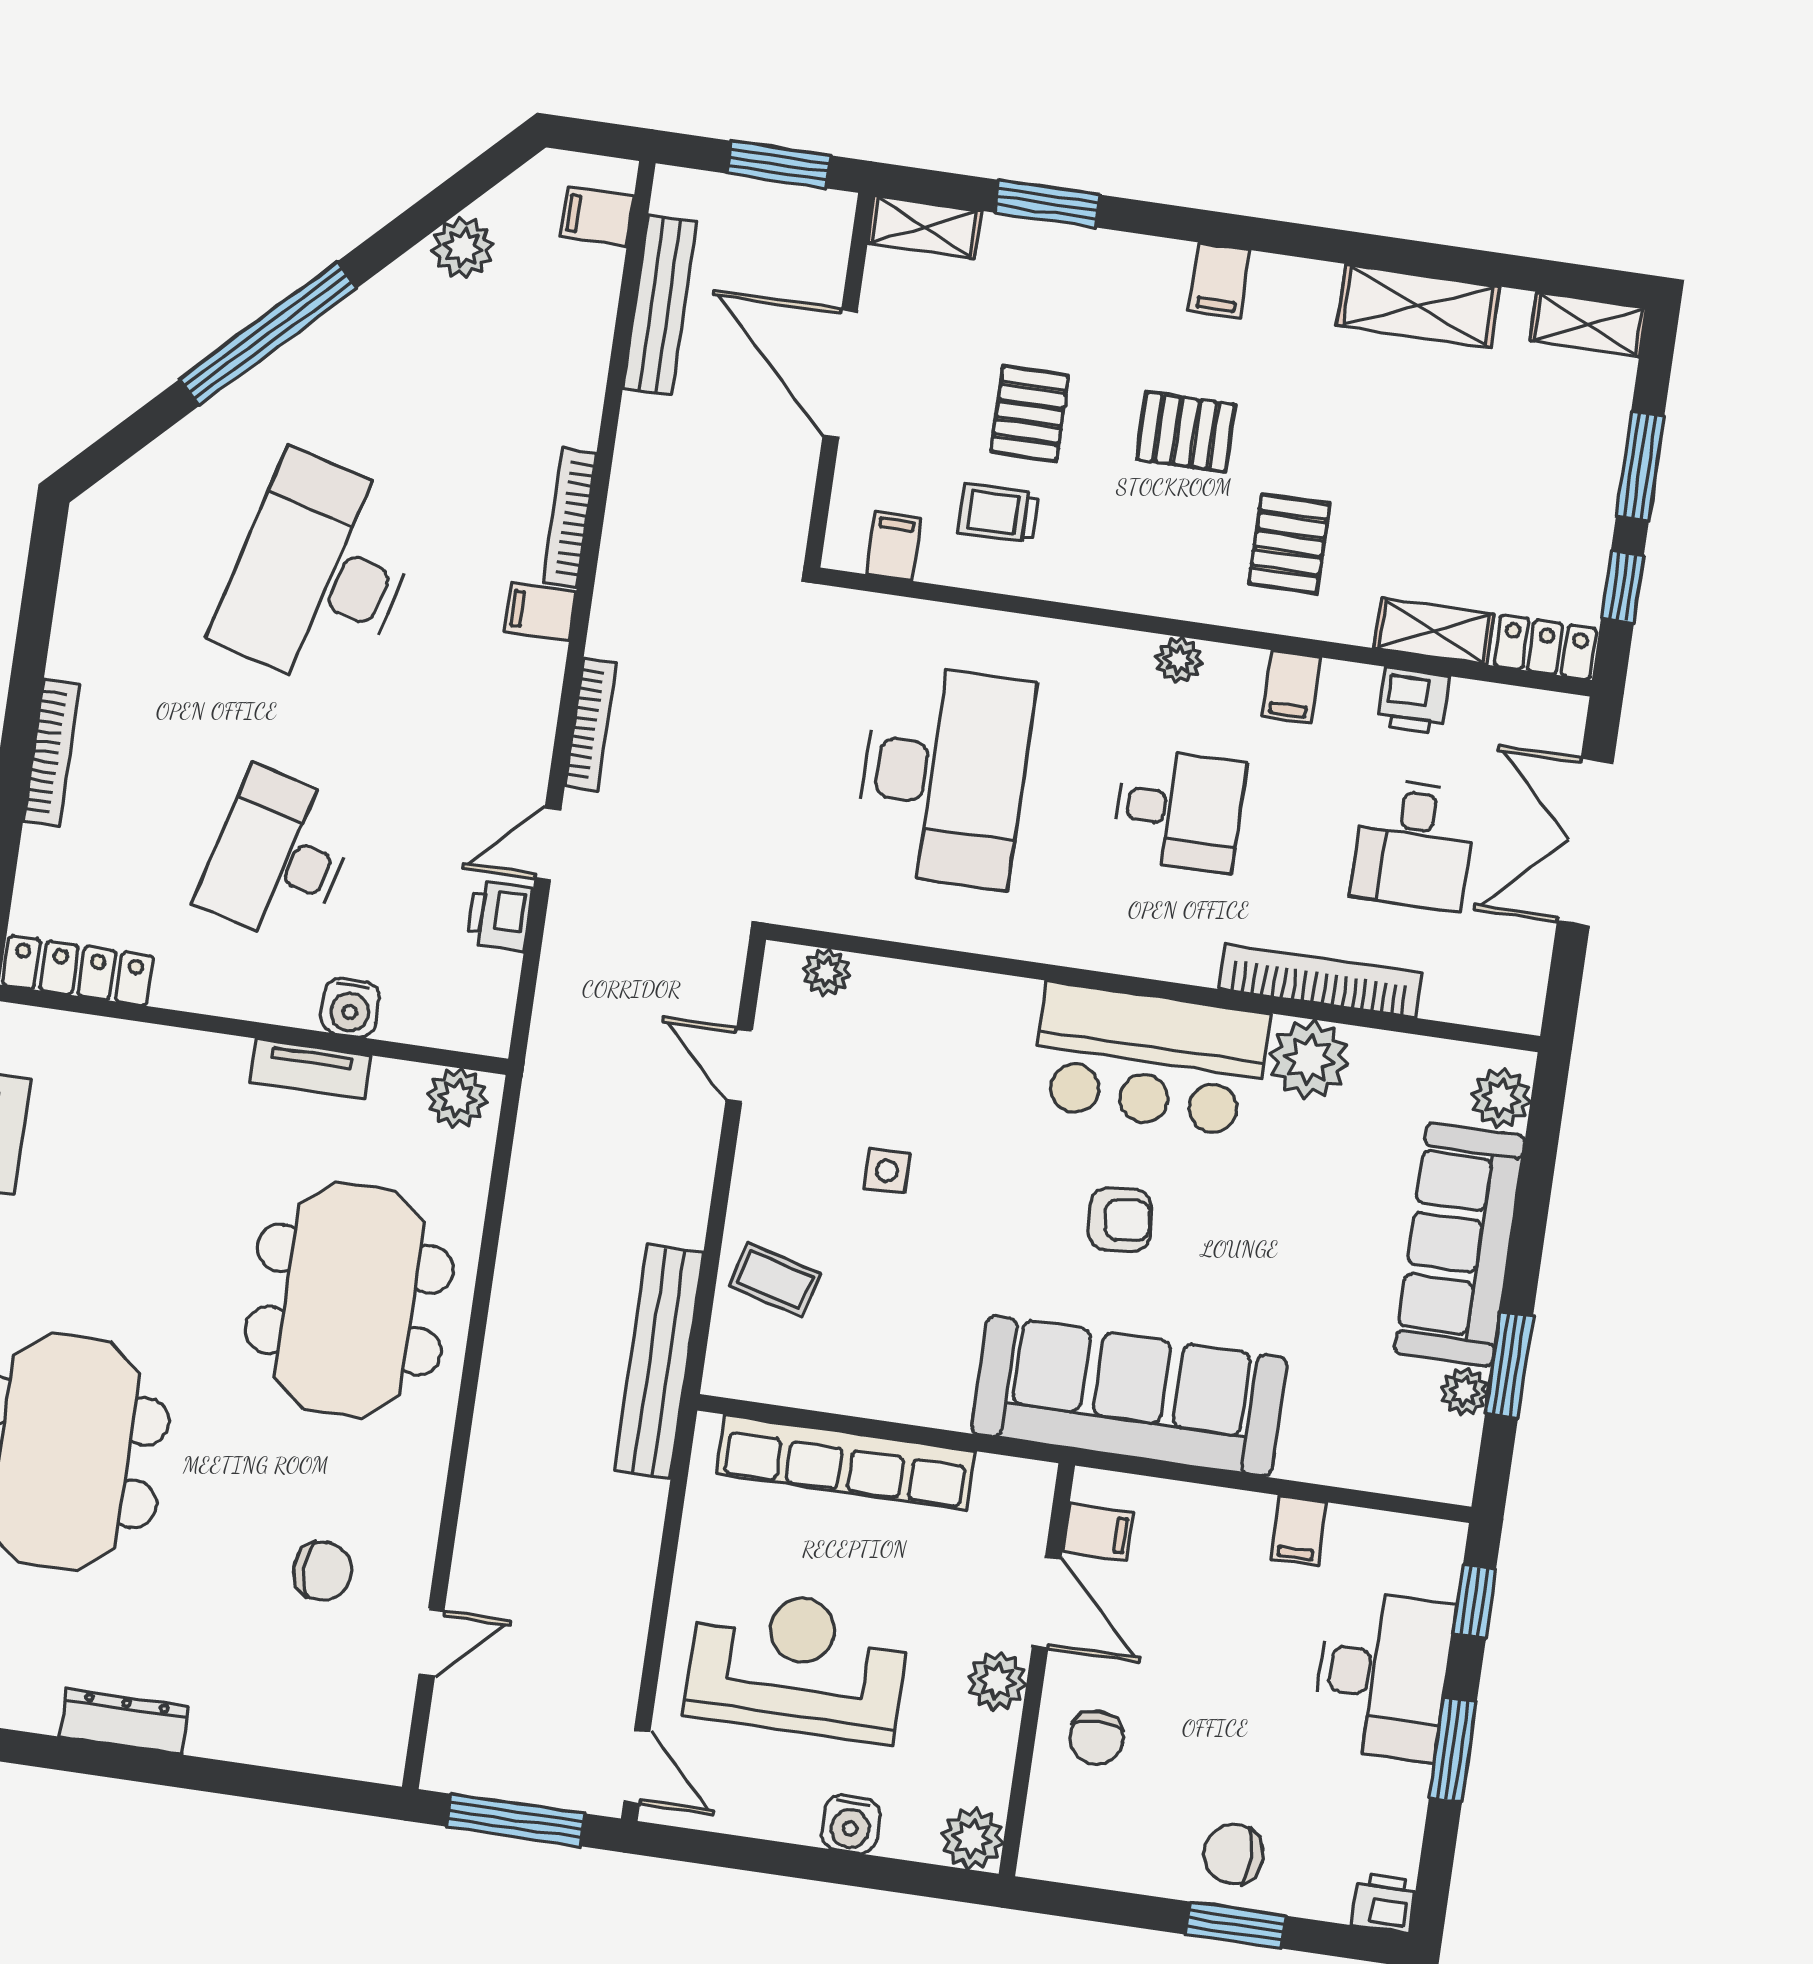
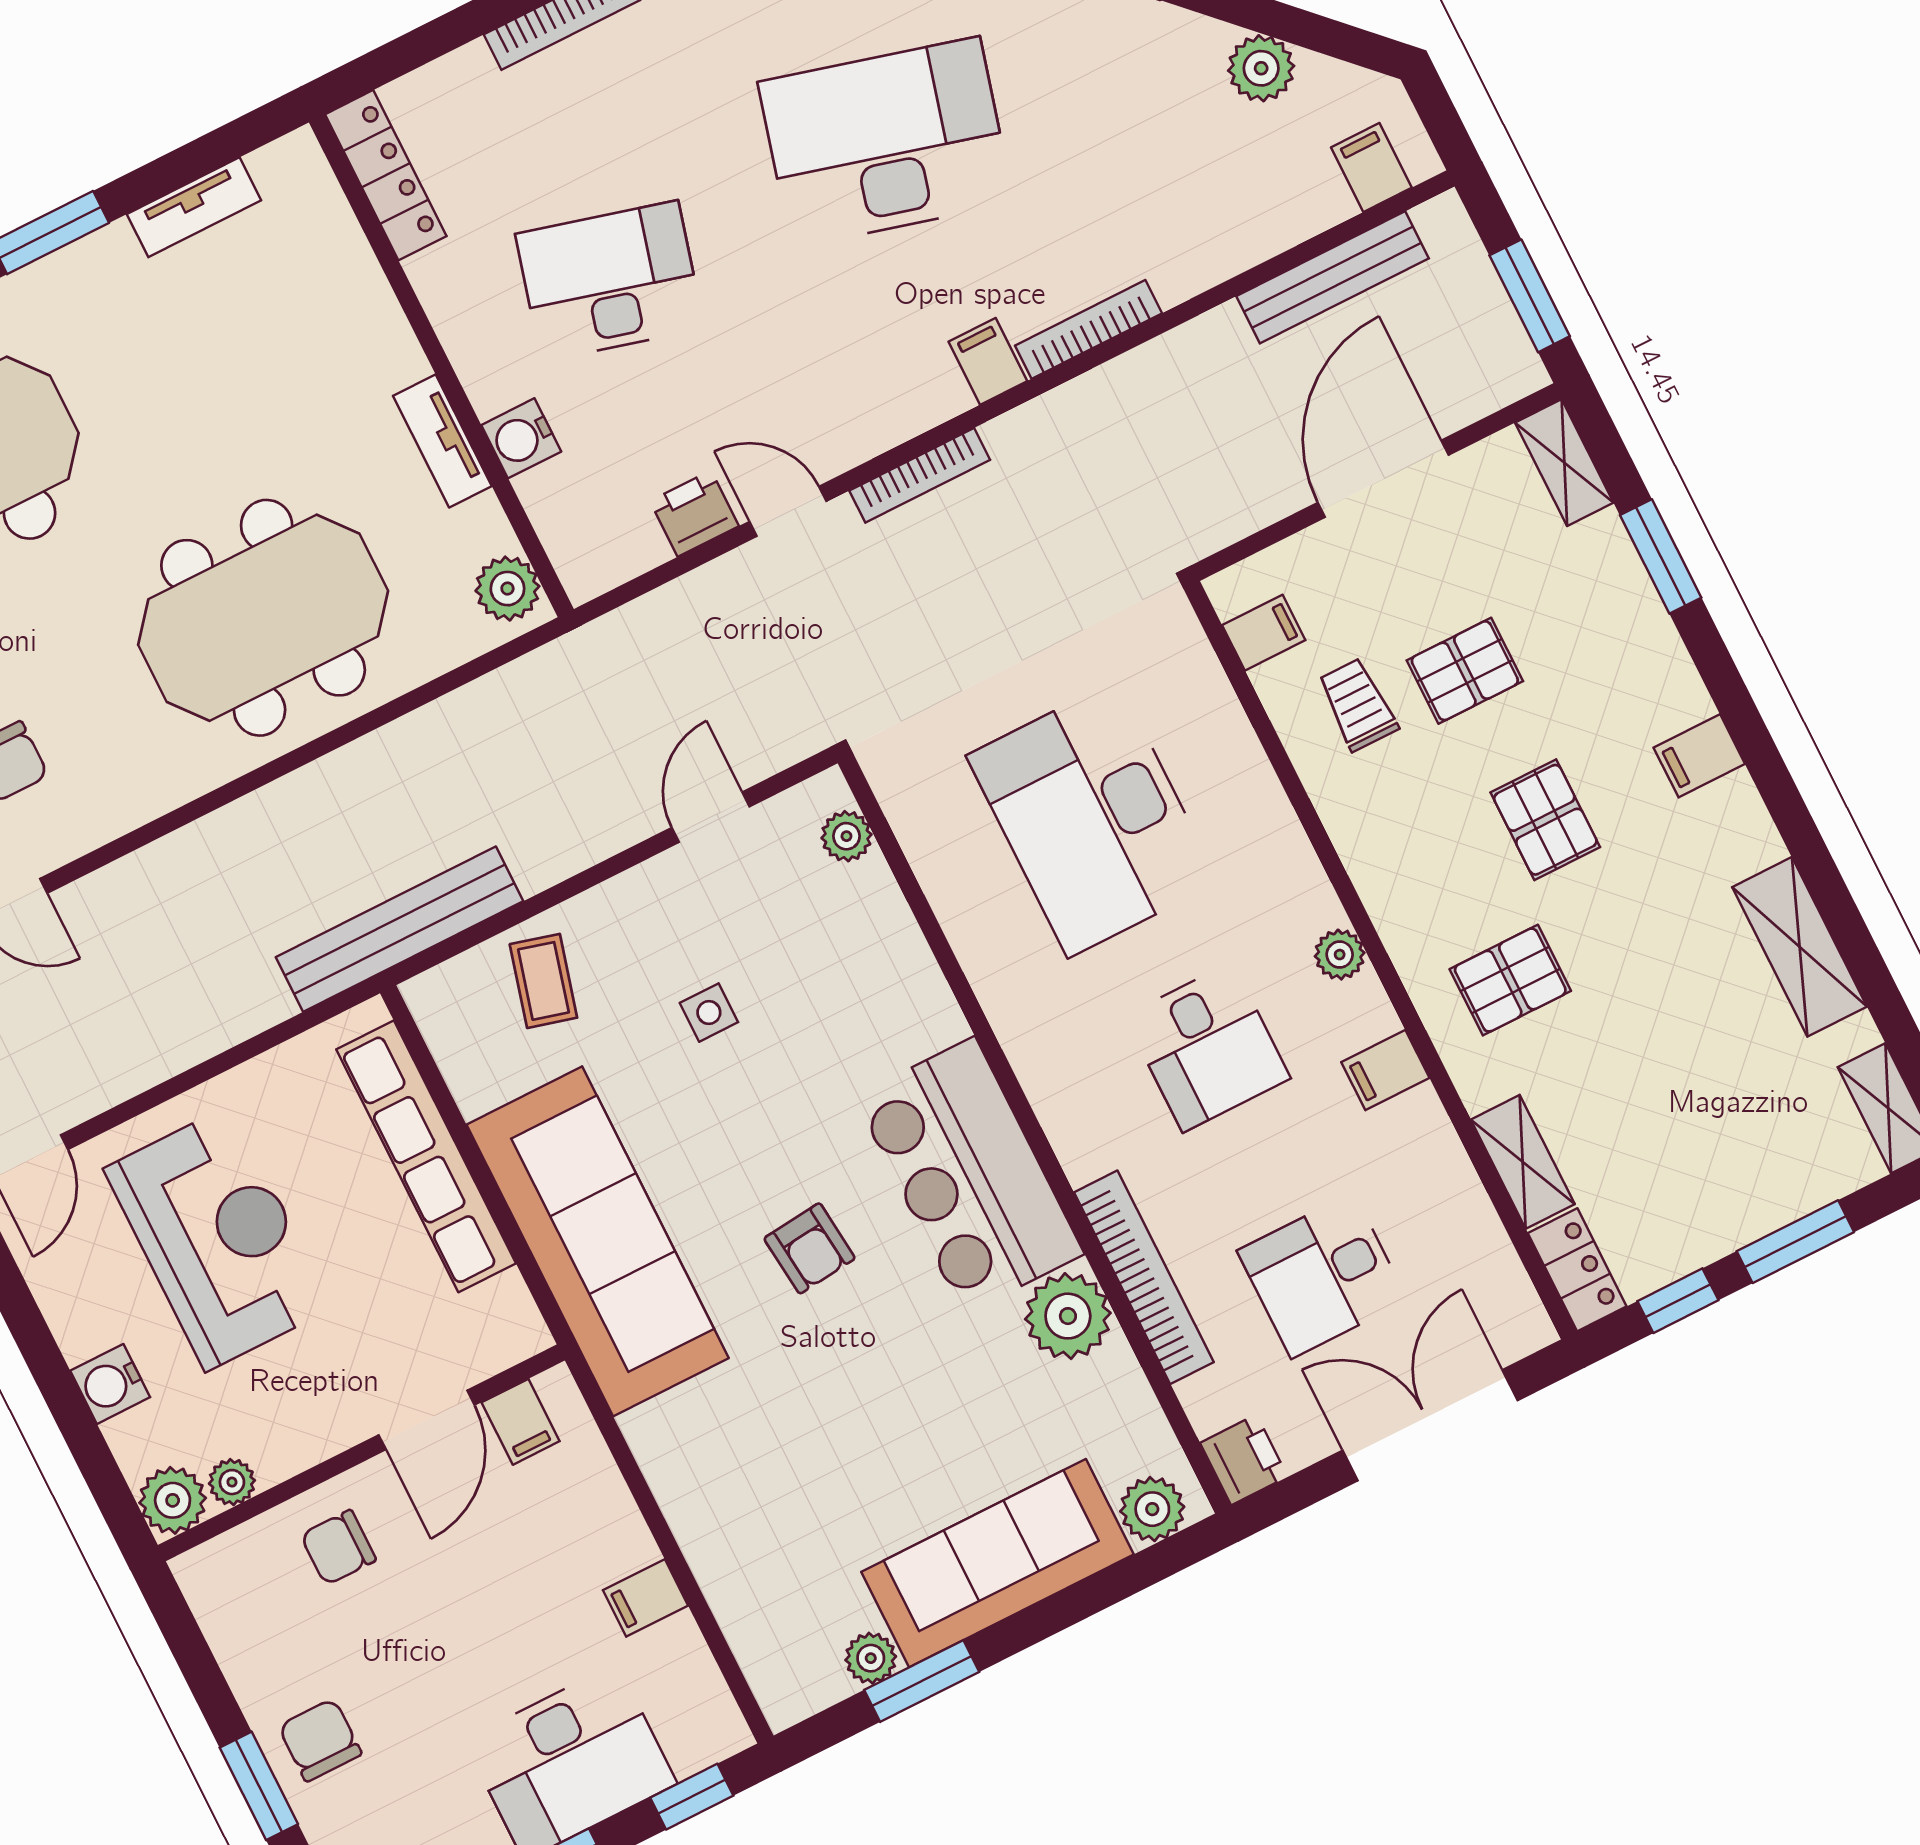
printer: (1413, 701) -> (1244, 1460), moved, turned 180
desk: (944, 776) -> (1093, 819), turned 90
sofa: (1129, 1396) -> (598, 1241), moved
plant: (997, 1681) -> (232, 1482), moved, width x0.73, depth x0.73

